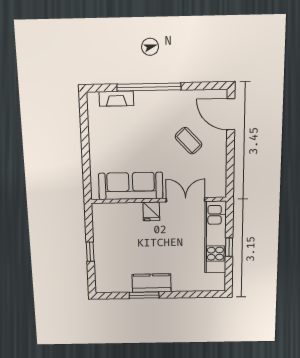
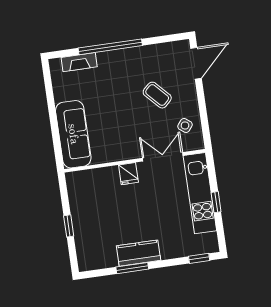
door: (231, 114) -> (196, 63), swing flipped
side table: (211, 173) -> (185, 125), added
sofa: (131, 186) -> (73, 134), moved, turned 90
window: (206, 294) -> (199, 258), added

